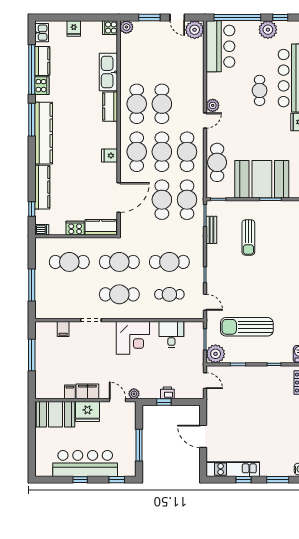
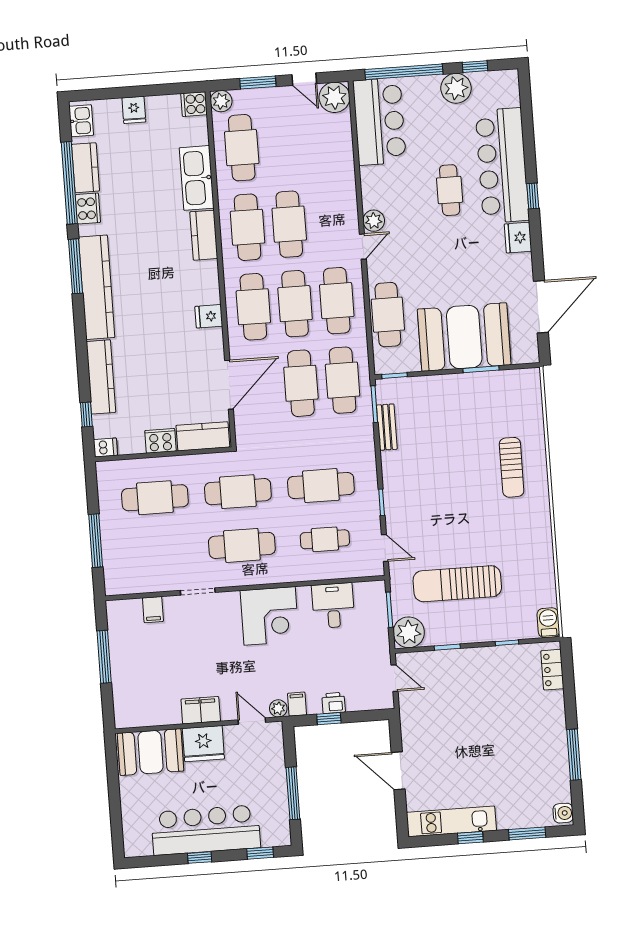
cafe table: (137, 56) -> (242, 148), added
sun lounger: (248, 238) -> (512, 467), moved
filing cabinet: (70, 392) -> (297, 704), moved

